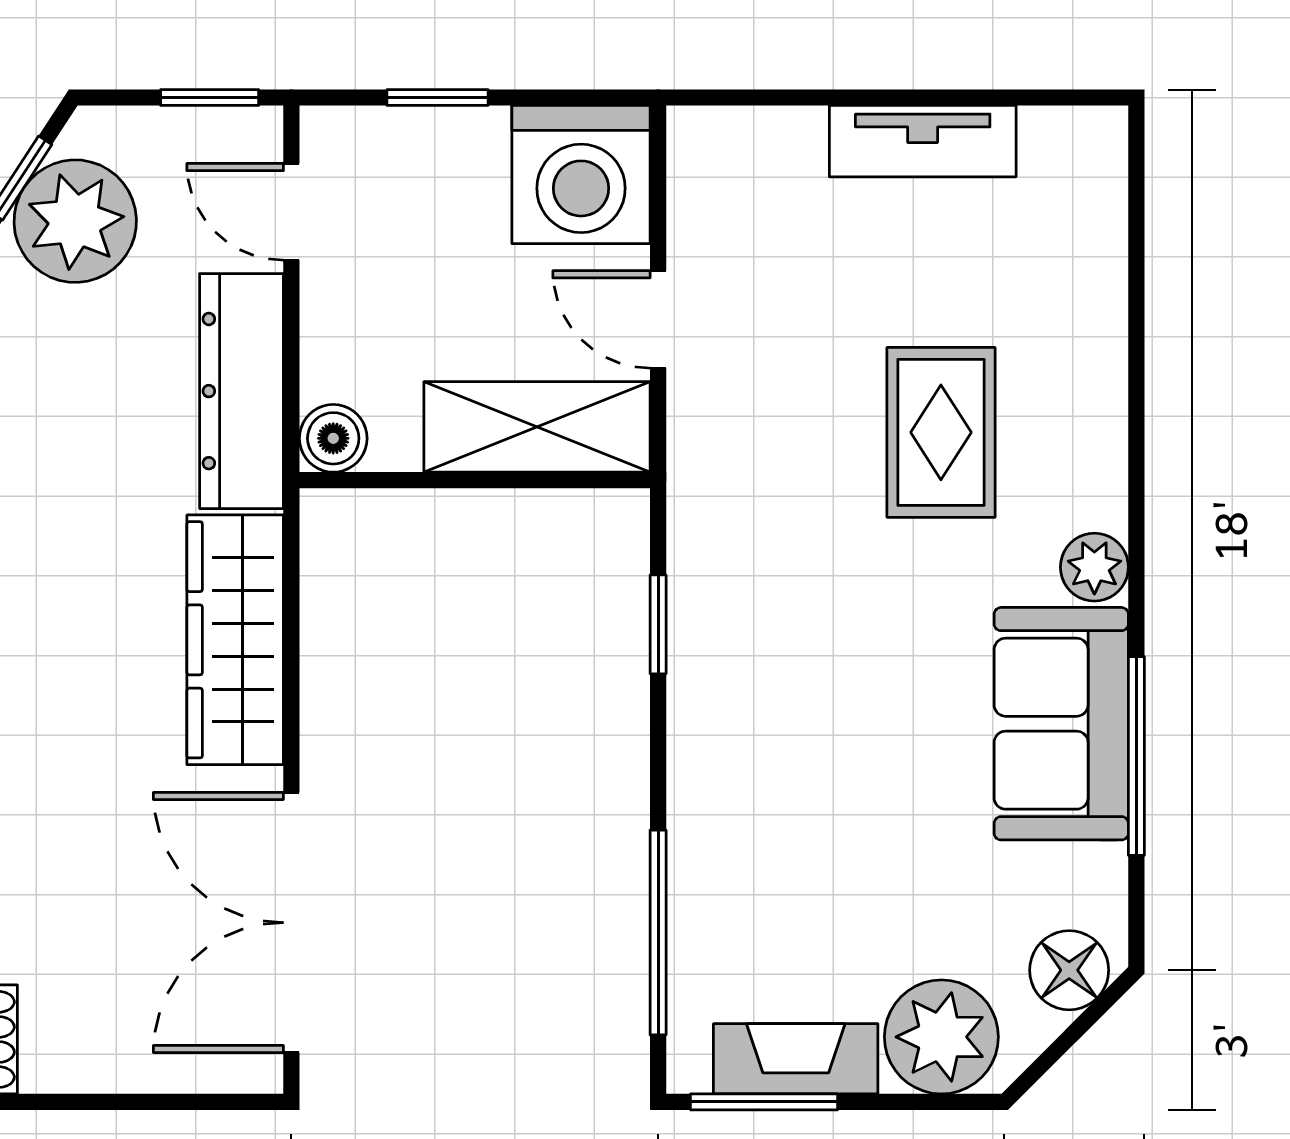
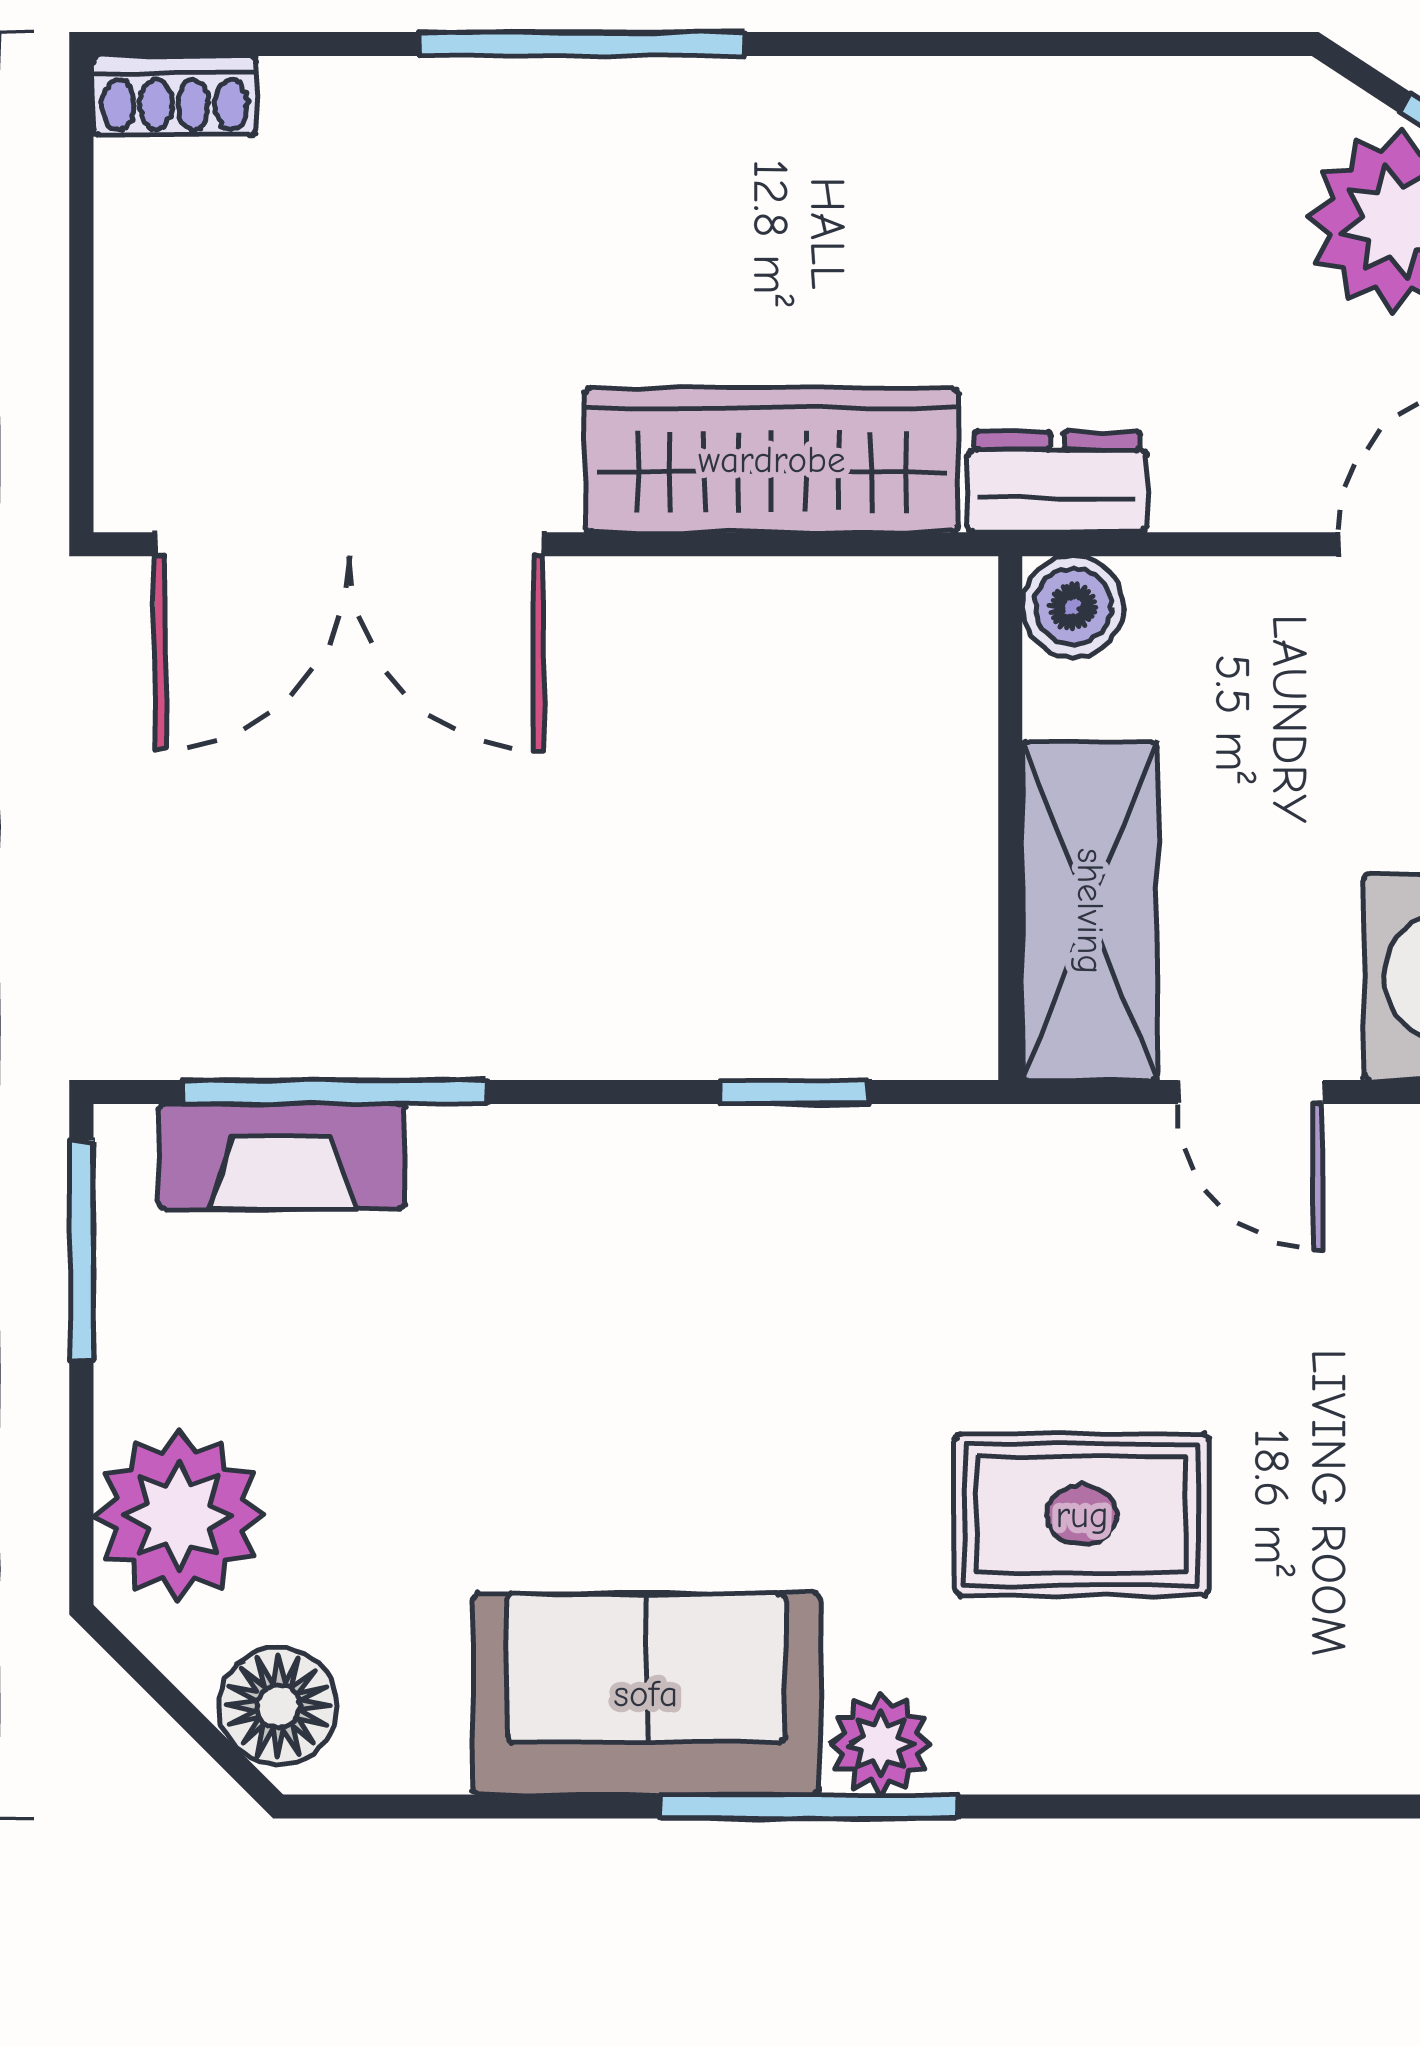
door: (658, 319) -> (1250, 1092), swing flipped
dresser: (242, 391) -> (1057, 482), width x0.51, depth x0.80
window: (1136, 756) -> (809, 1807), moved
double door: (291, 923) -> (349, 544), swing flipped
fireplace: (796, 1059) -> (282, 1156), moved, turned 90

